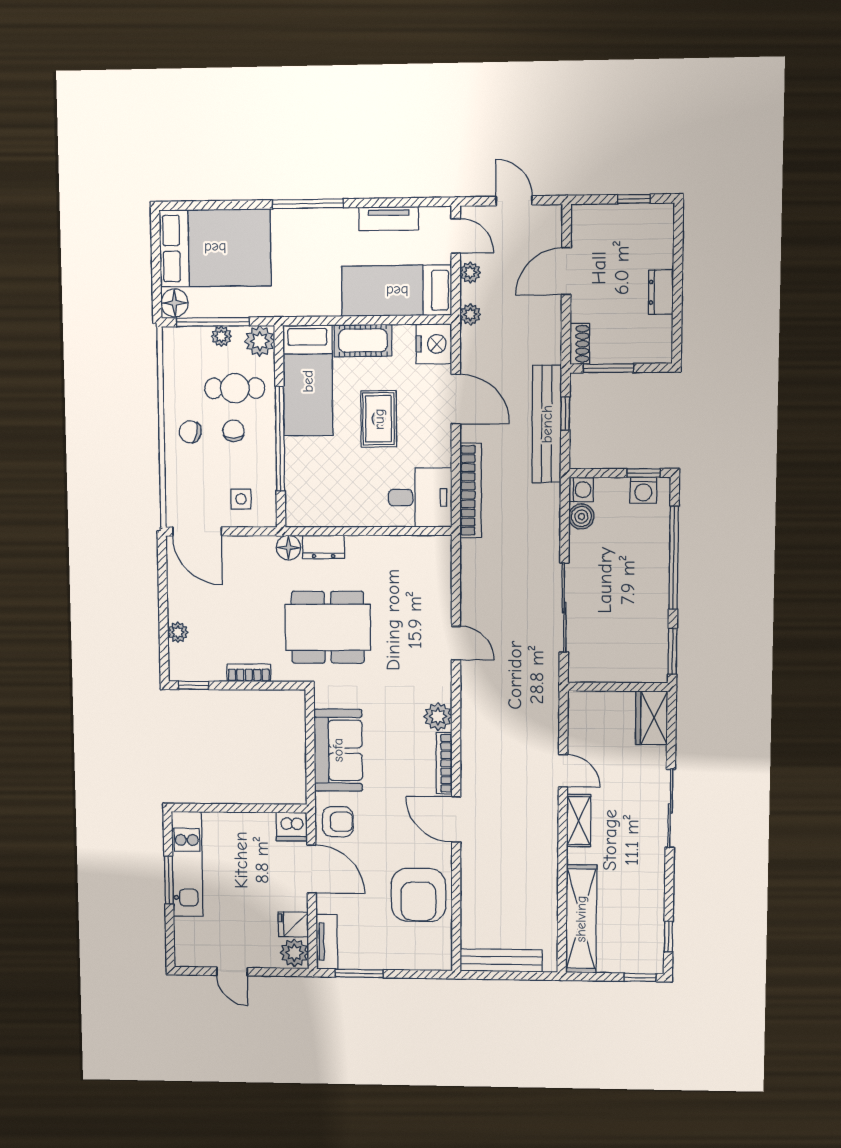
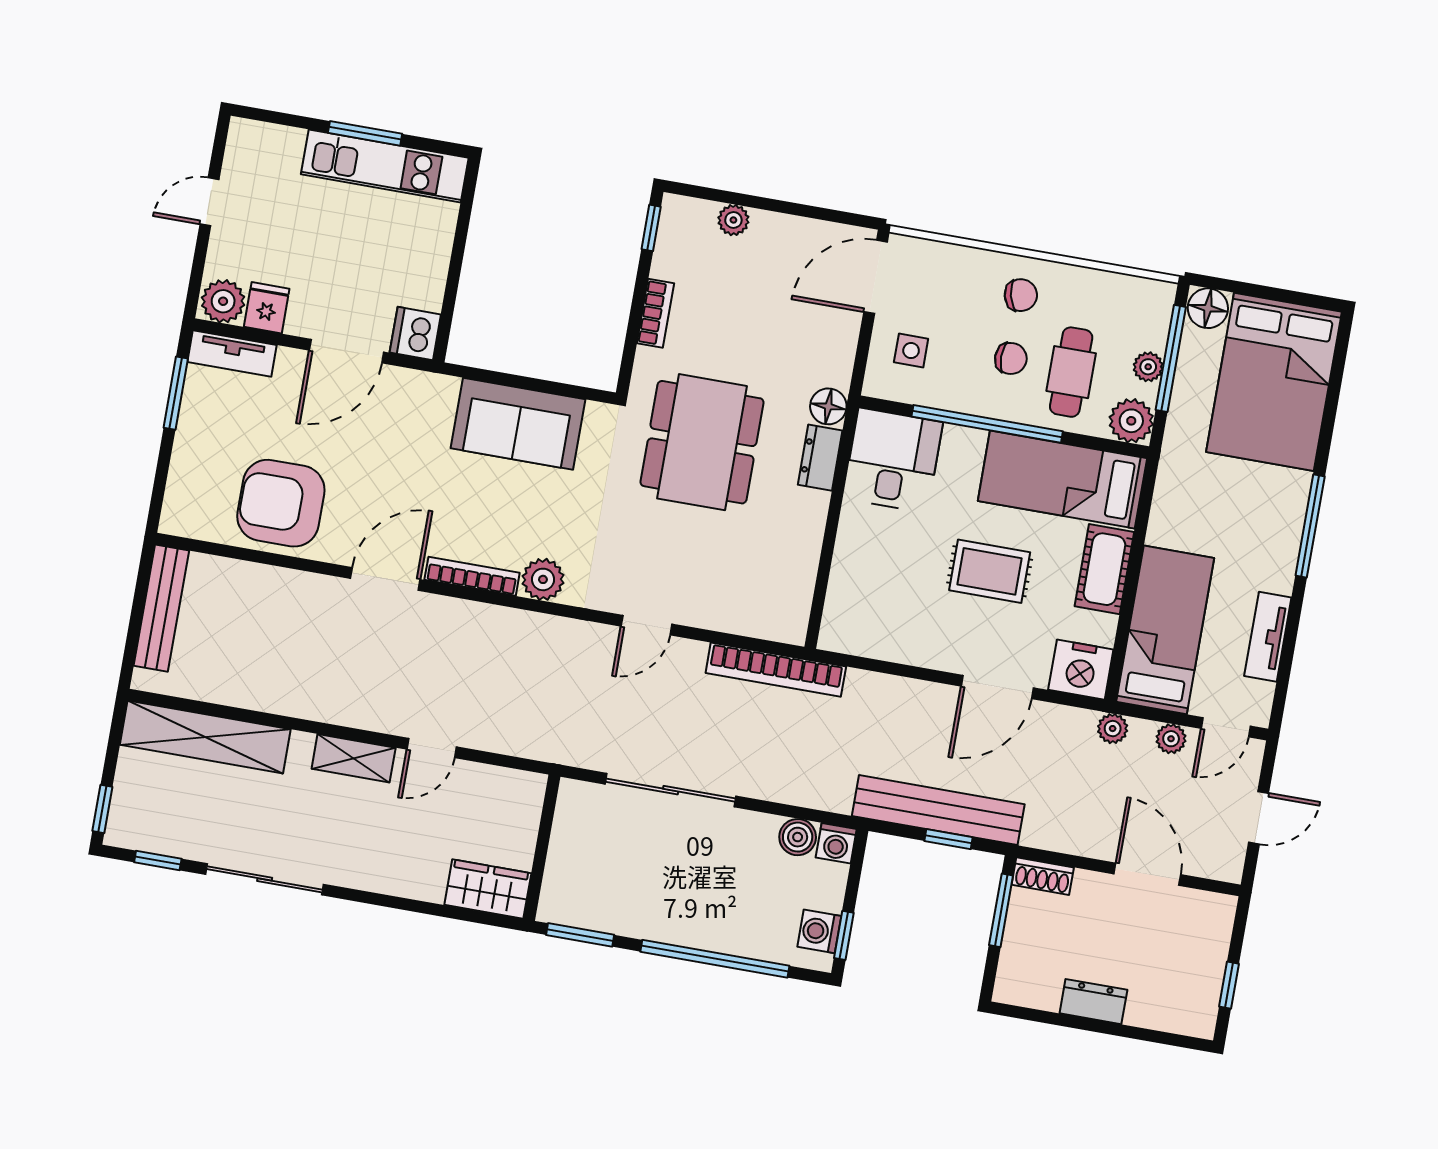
chair: (190, 432) -> (1021, 295), turned 63
bookcase: (471, 490) -> (776, 670), moved
desk: (420, 498) -> (893, 460), moved, turned 180
sliding door: (670, 808) -> (265, 879), moved
armchair: (338, 822) -> (411, 403), removed

